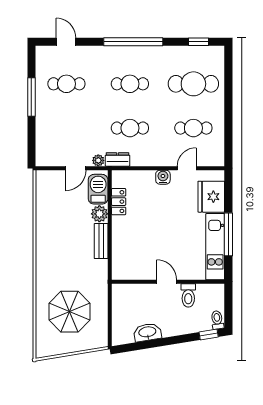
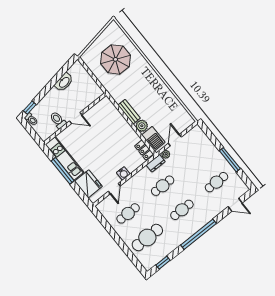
locker: (119, 202) -> (144, 150), moved

